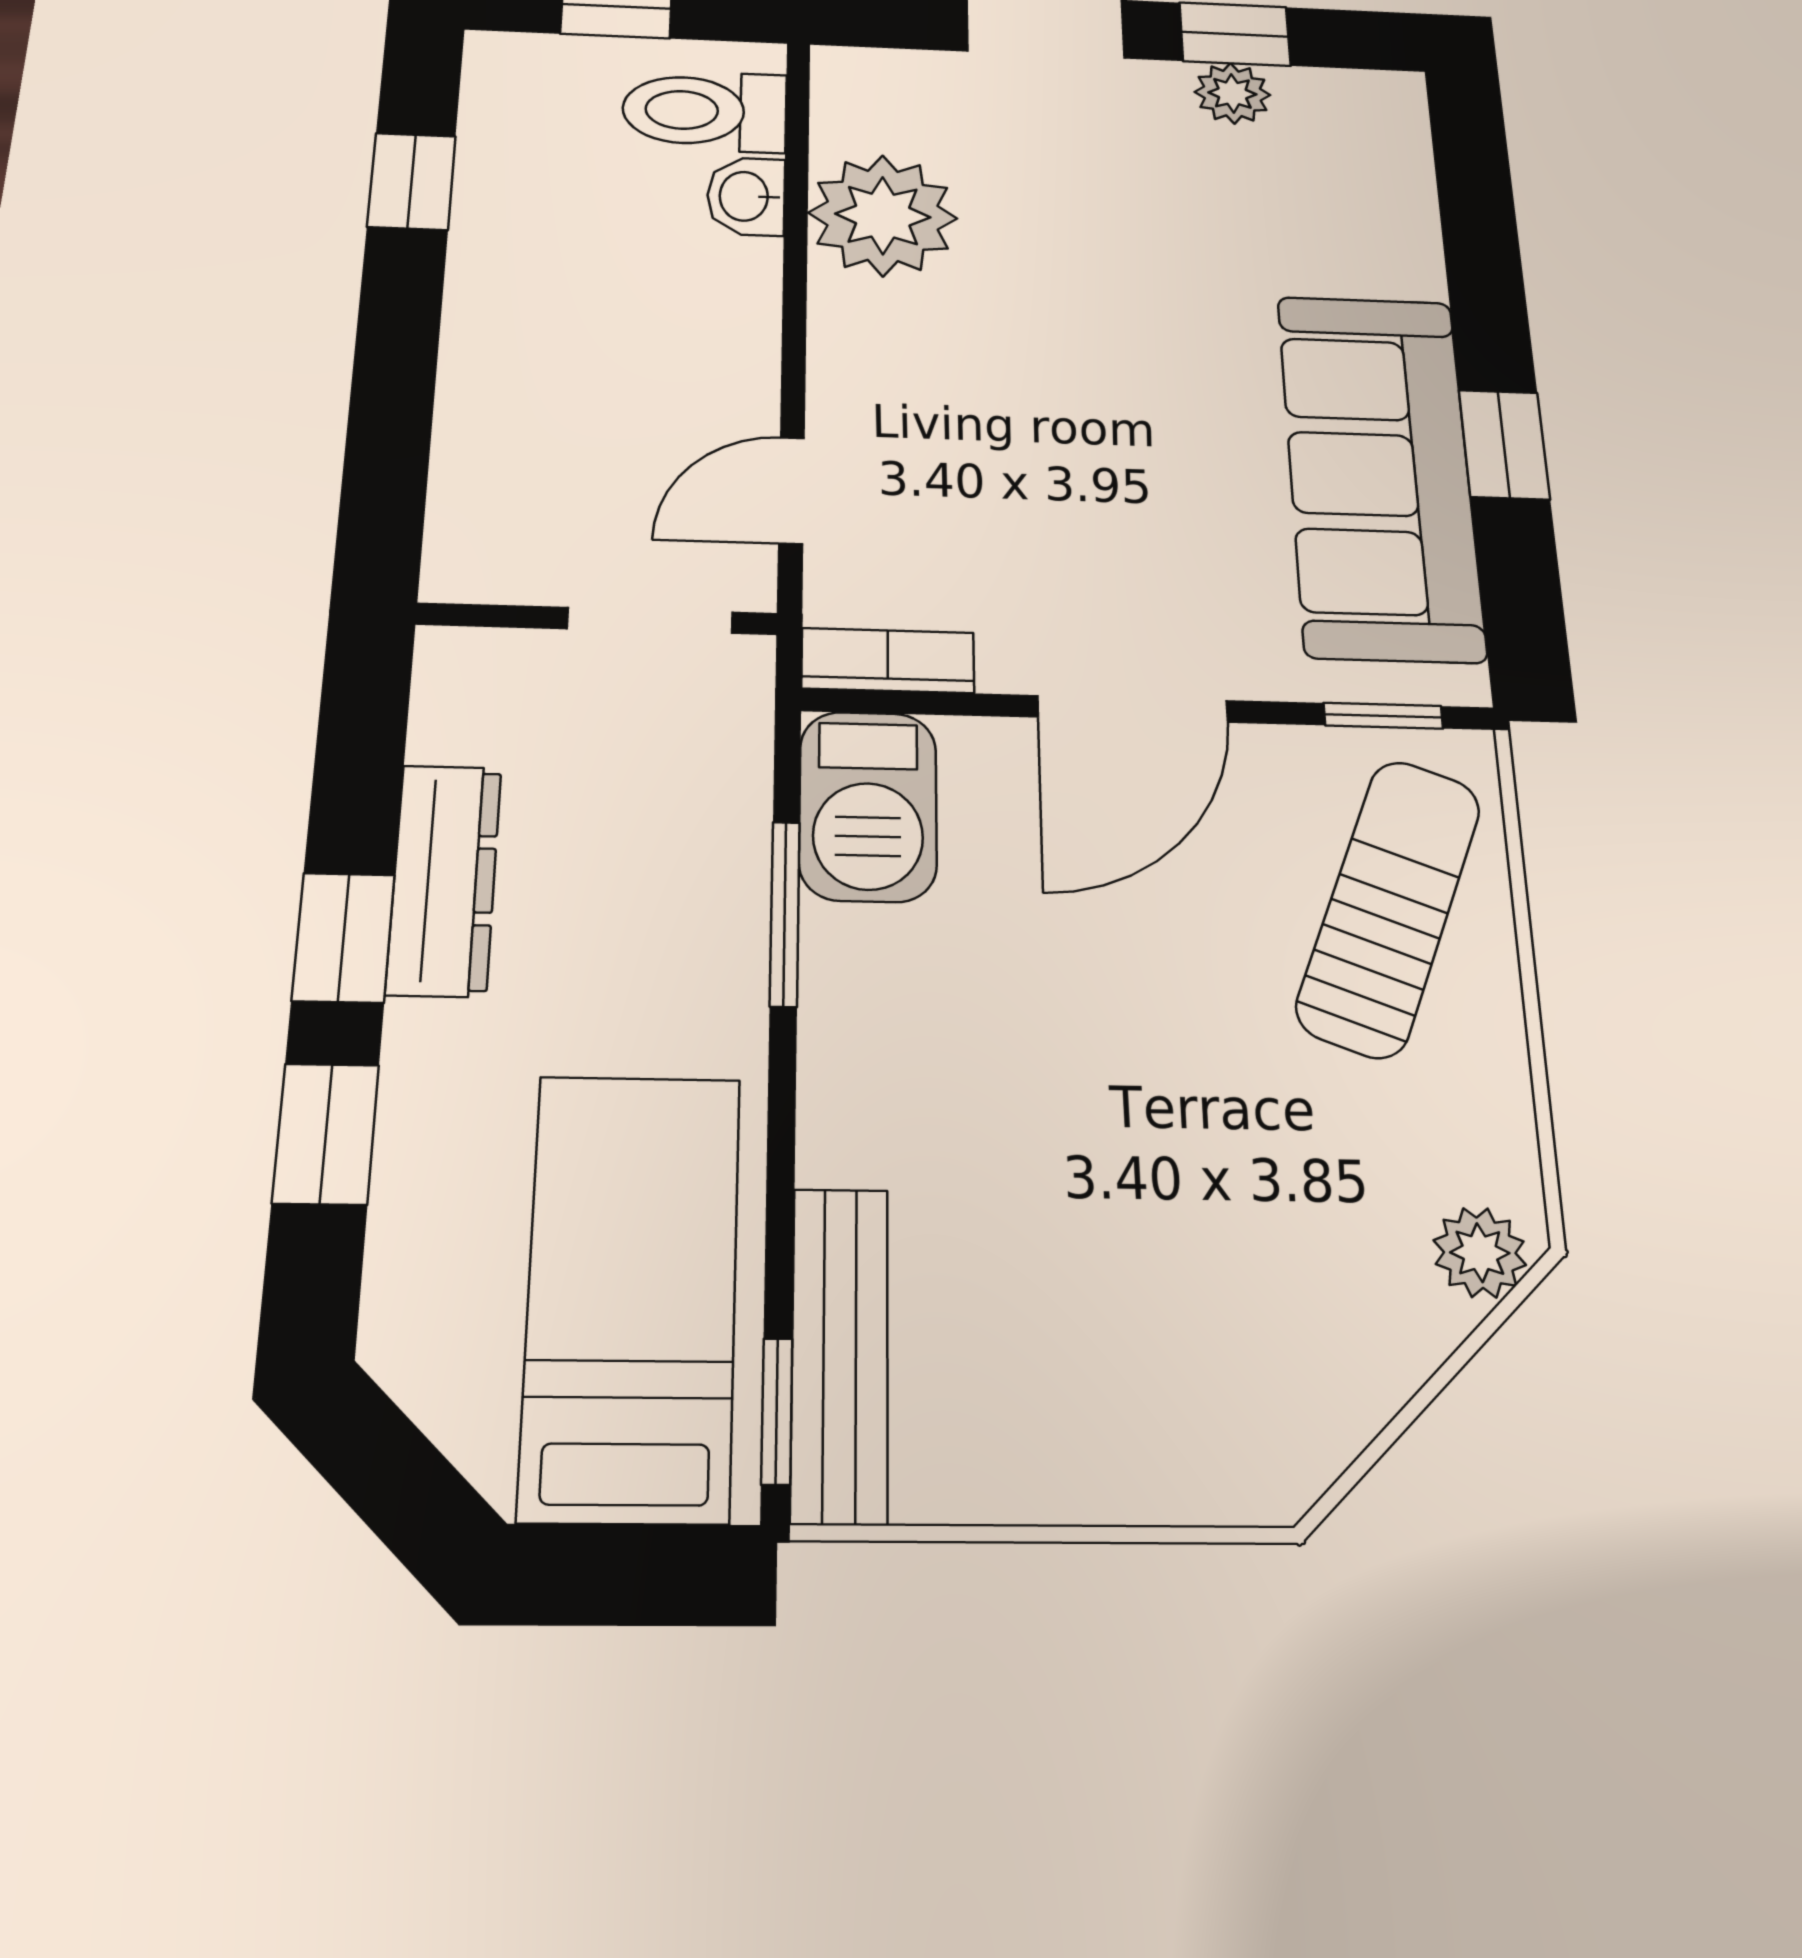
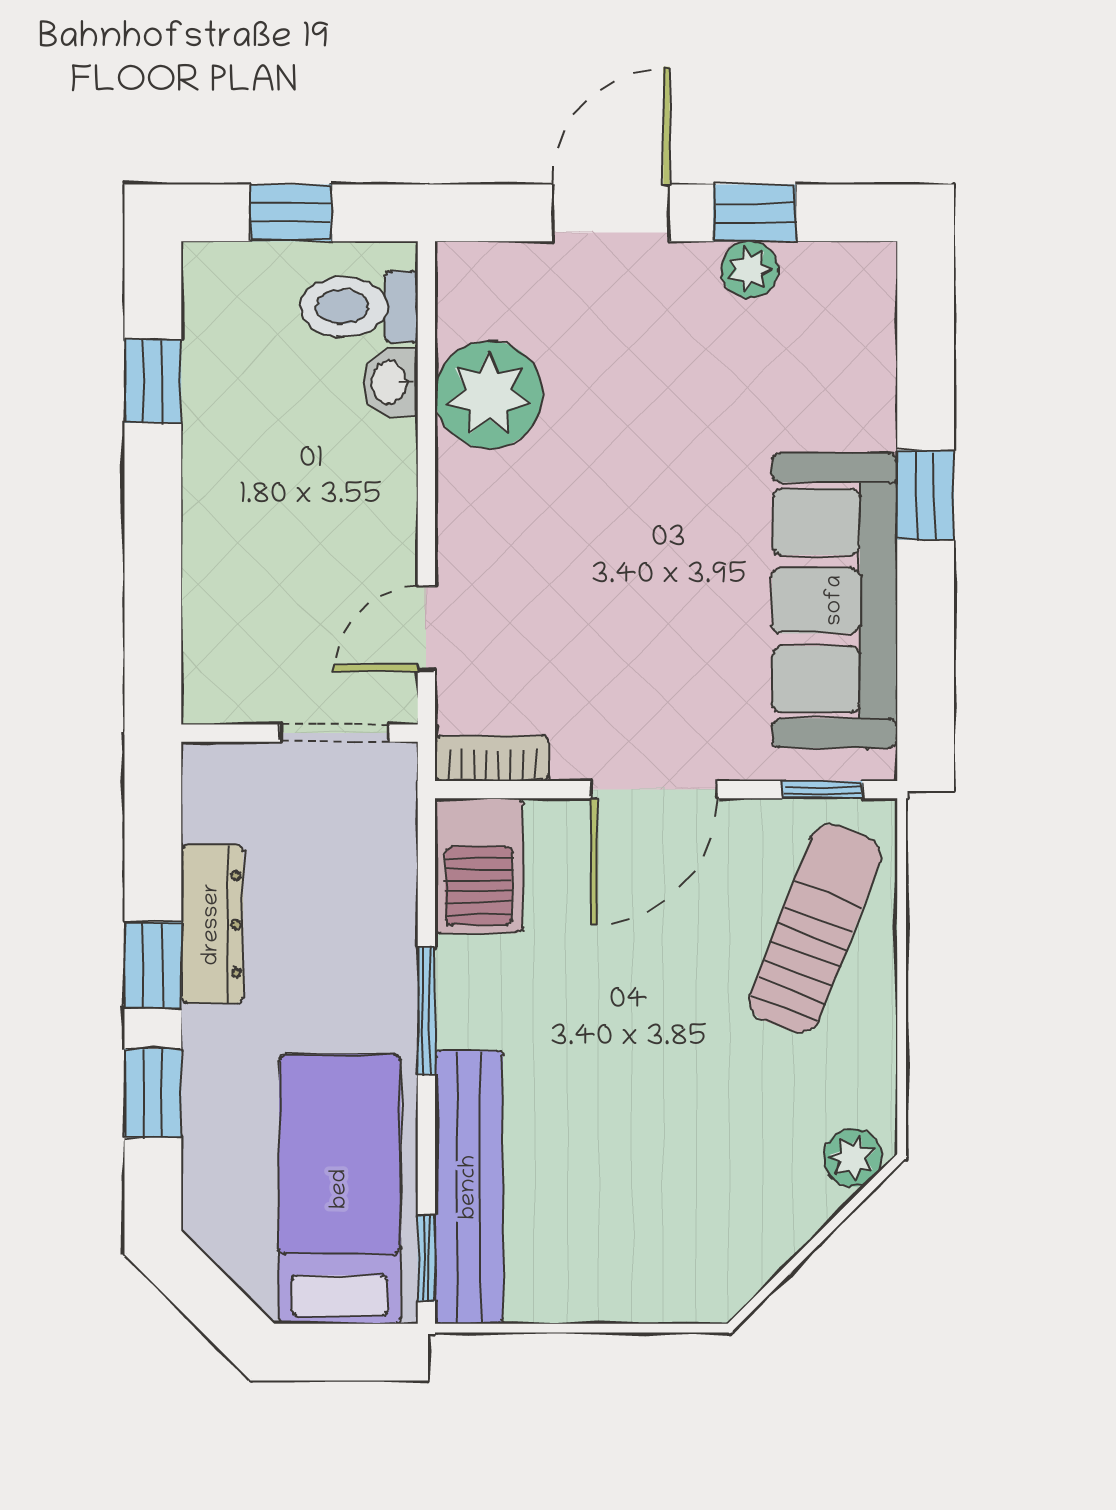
window: (1504, 445) -> (926, 495), moved
window: (785, 913) -> (426, 1010), moved
bench: (840, 1353) -> (469, 1187), width x1.37, depth x1.21

